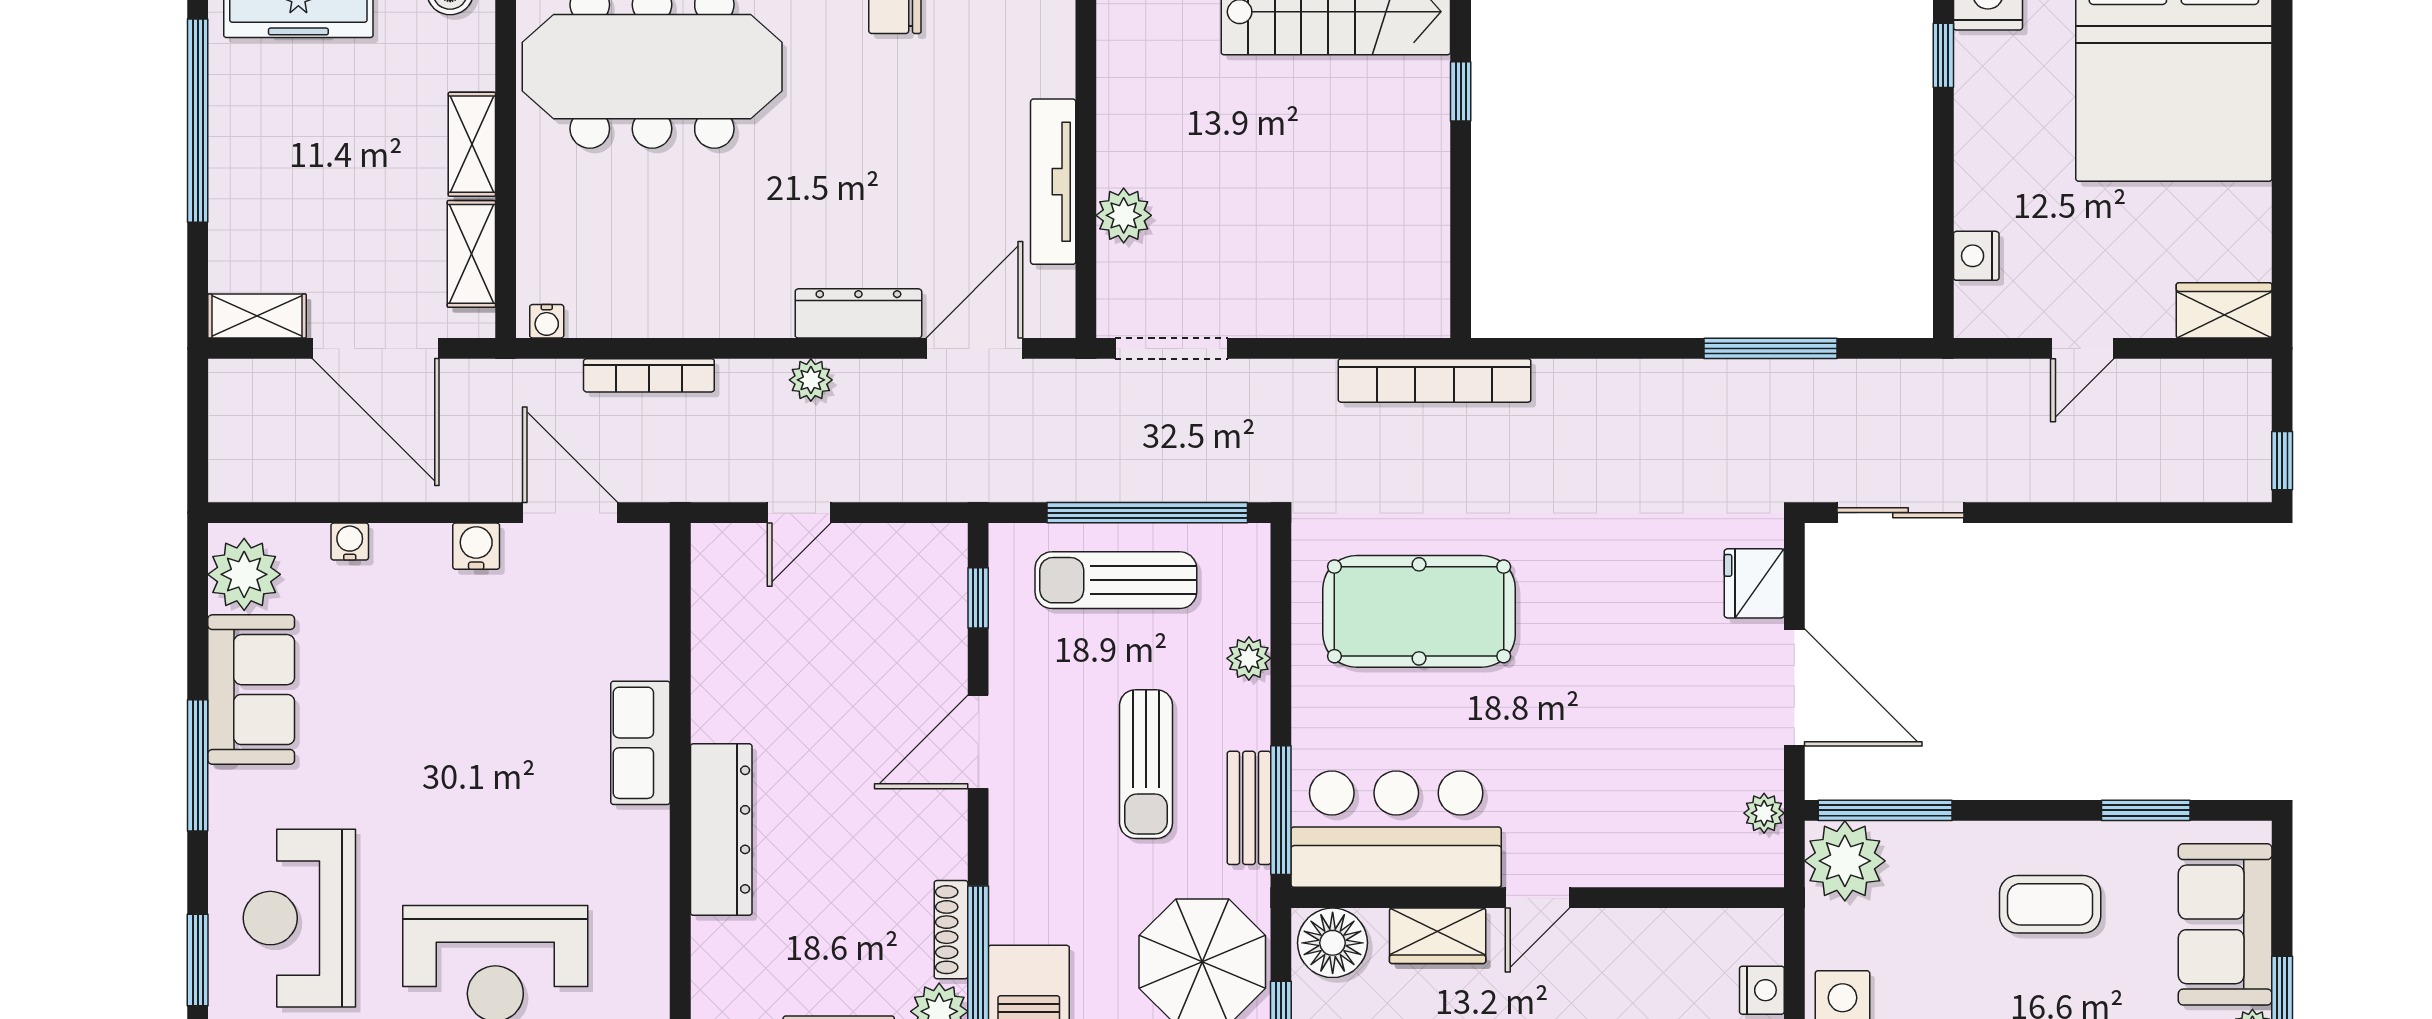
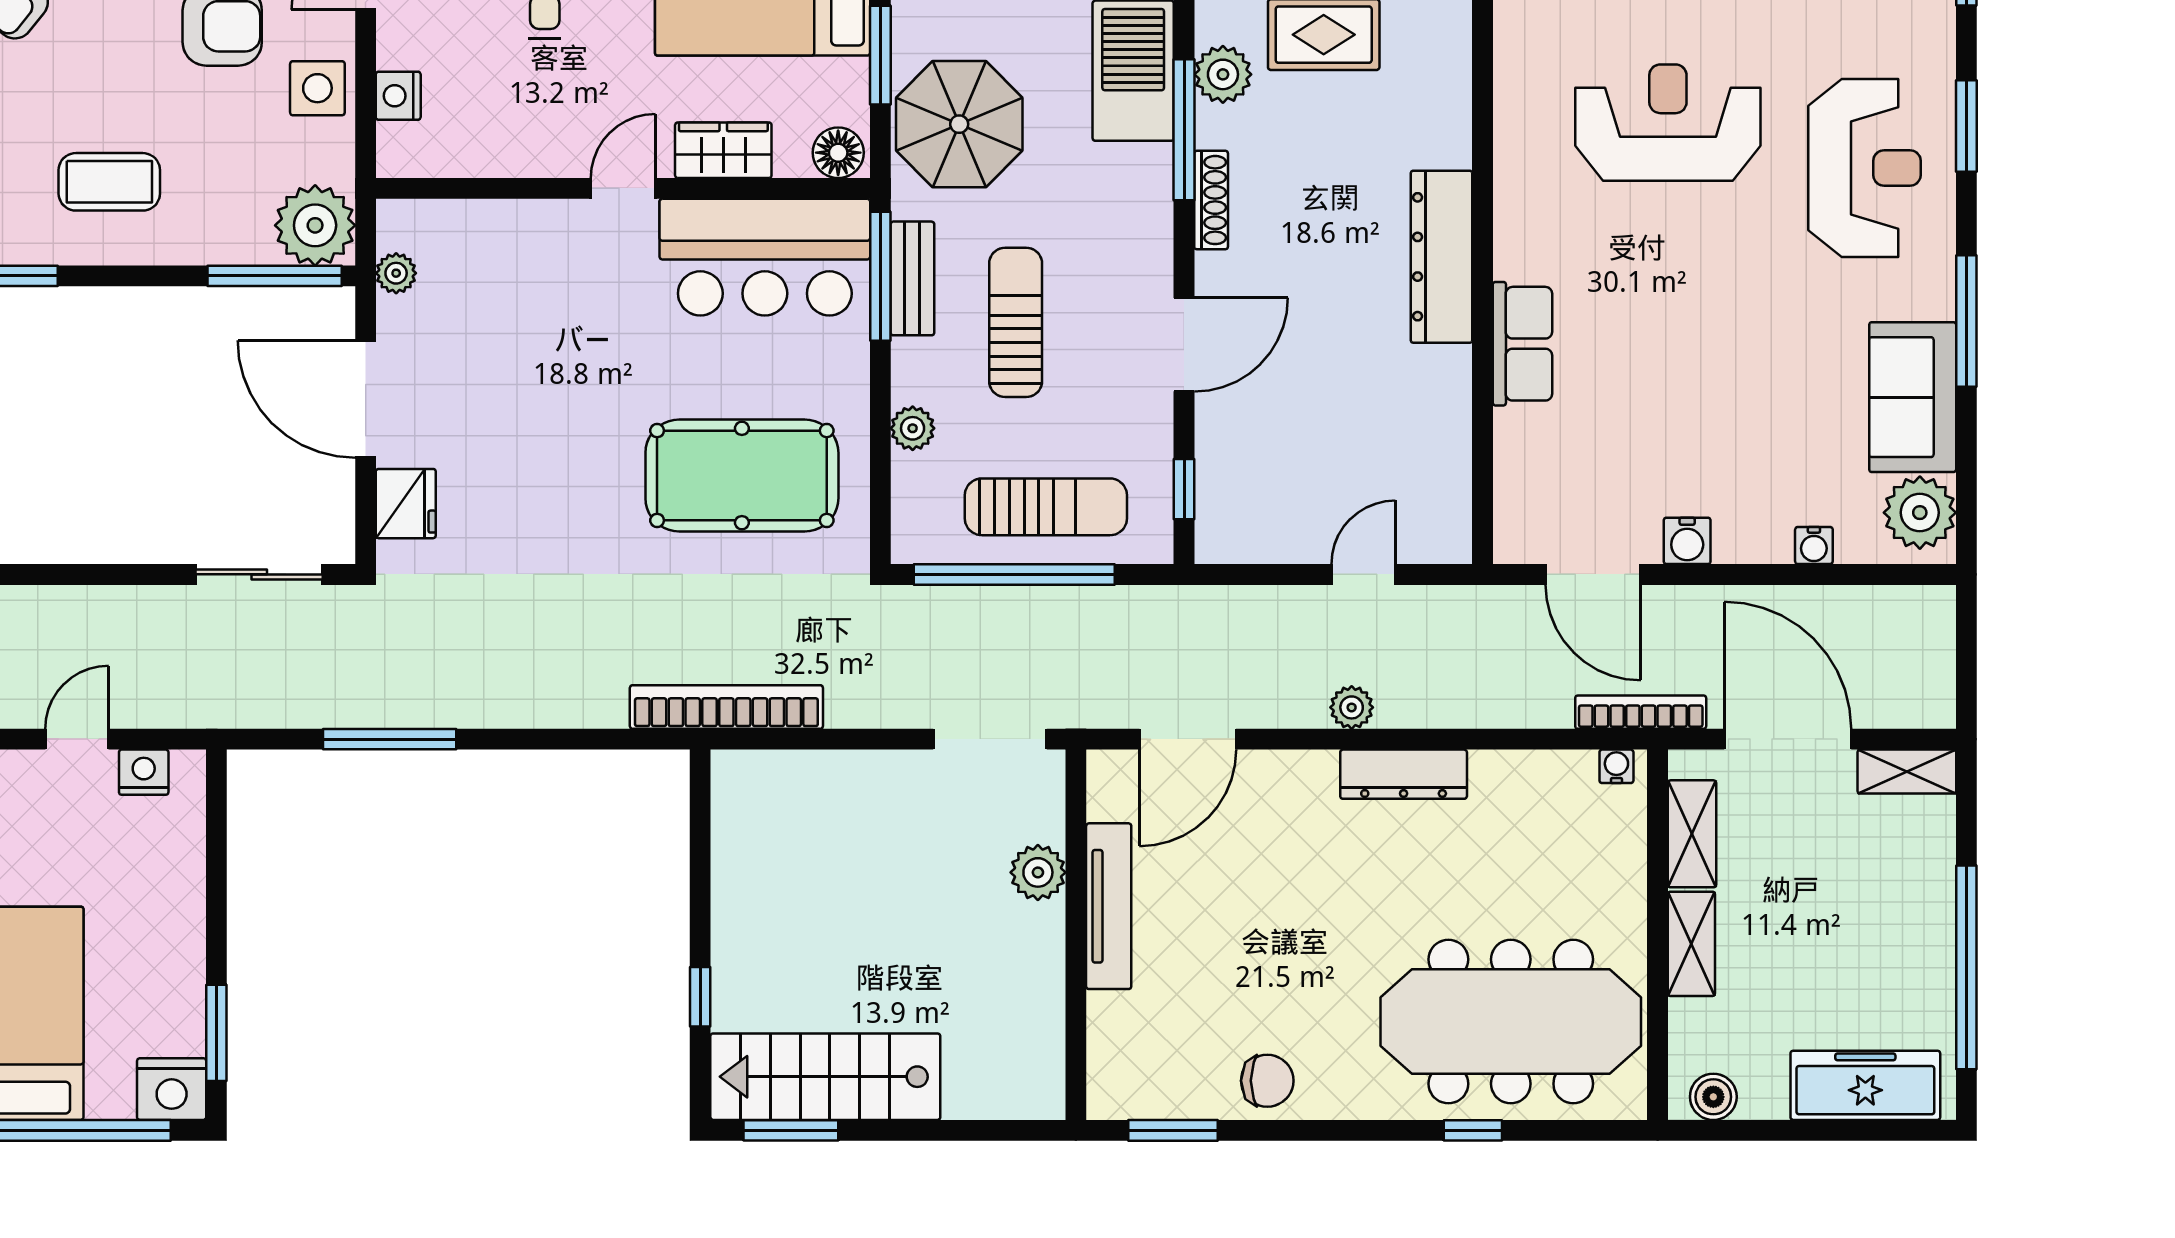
window: (1943, 55) -> (216, 1033), width x1.50
nightstand: (1976, 256) -> (144, 772), moved, turned -90
dresser: (858, 313) -> (1404, 774), moved
bookcase: (649, 375) -> (1641, 712), moved
shoe rack: (951, 930) -> (1211, 200), moved
floor lamp: (1333, 943) -> (838, 153), width x0.73, depth x0.73

